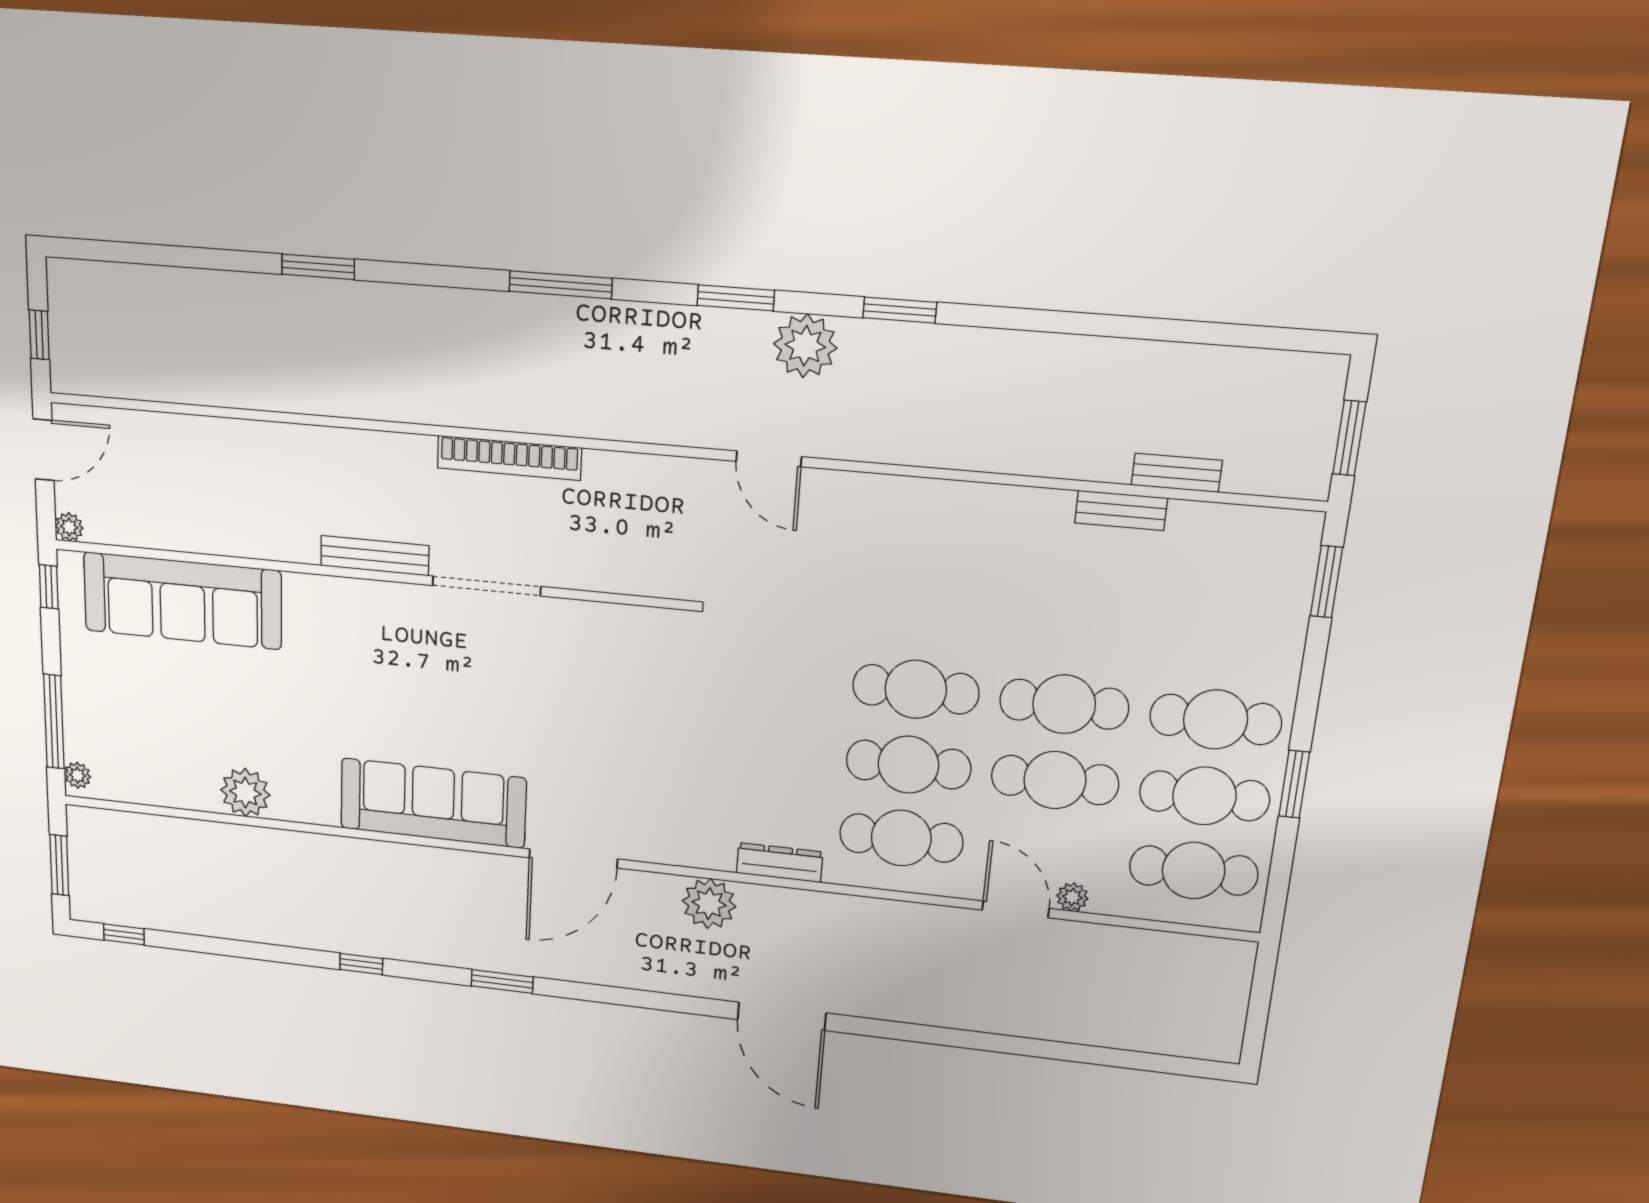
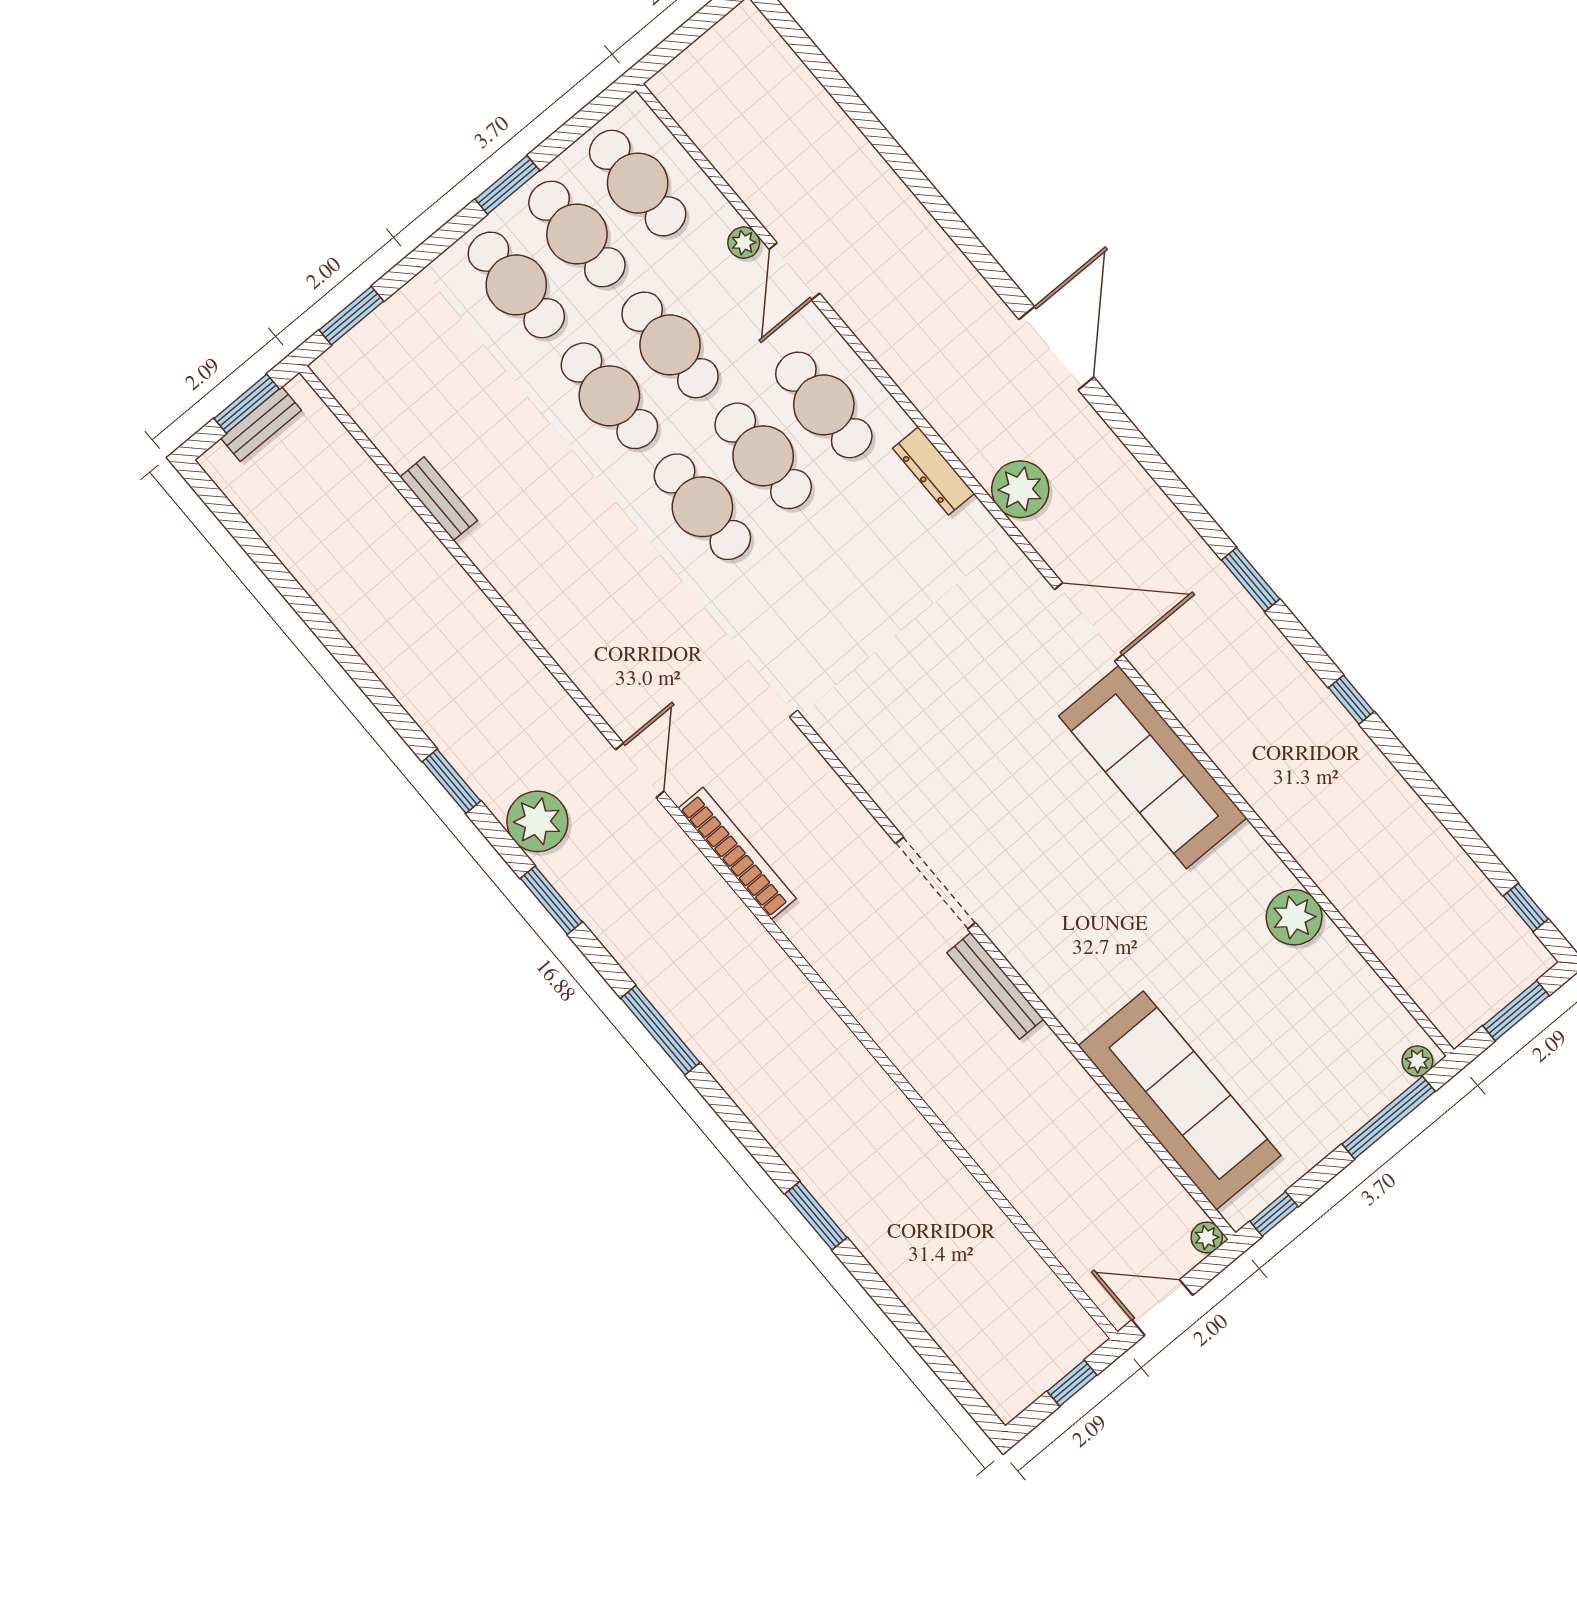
bookcase: (509, 458) -> (737, 853), moved
bench: (1177, 473) -> (261, 424), moved, turned 90

